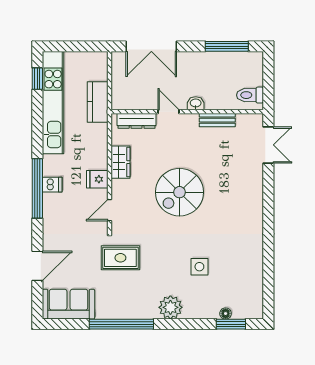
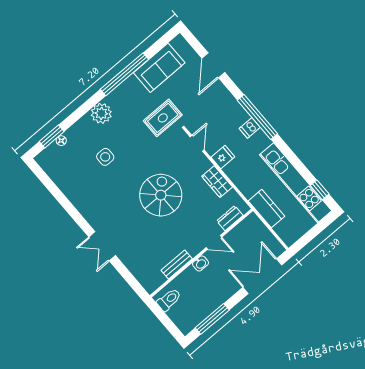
dresser: (137, 121) -> (230, 218), width x0.70
double door: (268, 145) -> (102, 246), moved
sofa: (69, 304) -> (159, 68), moved

